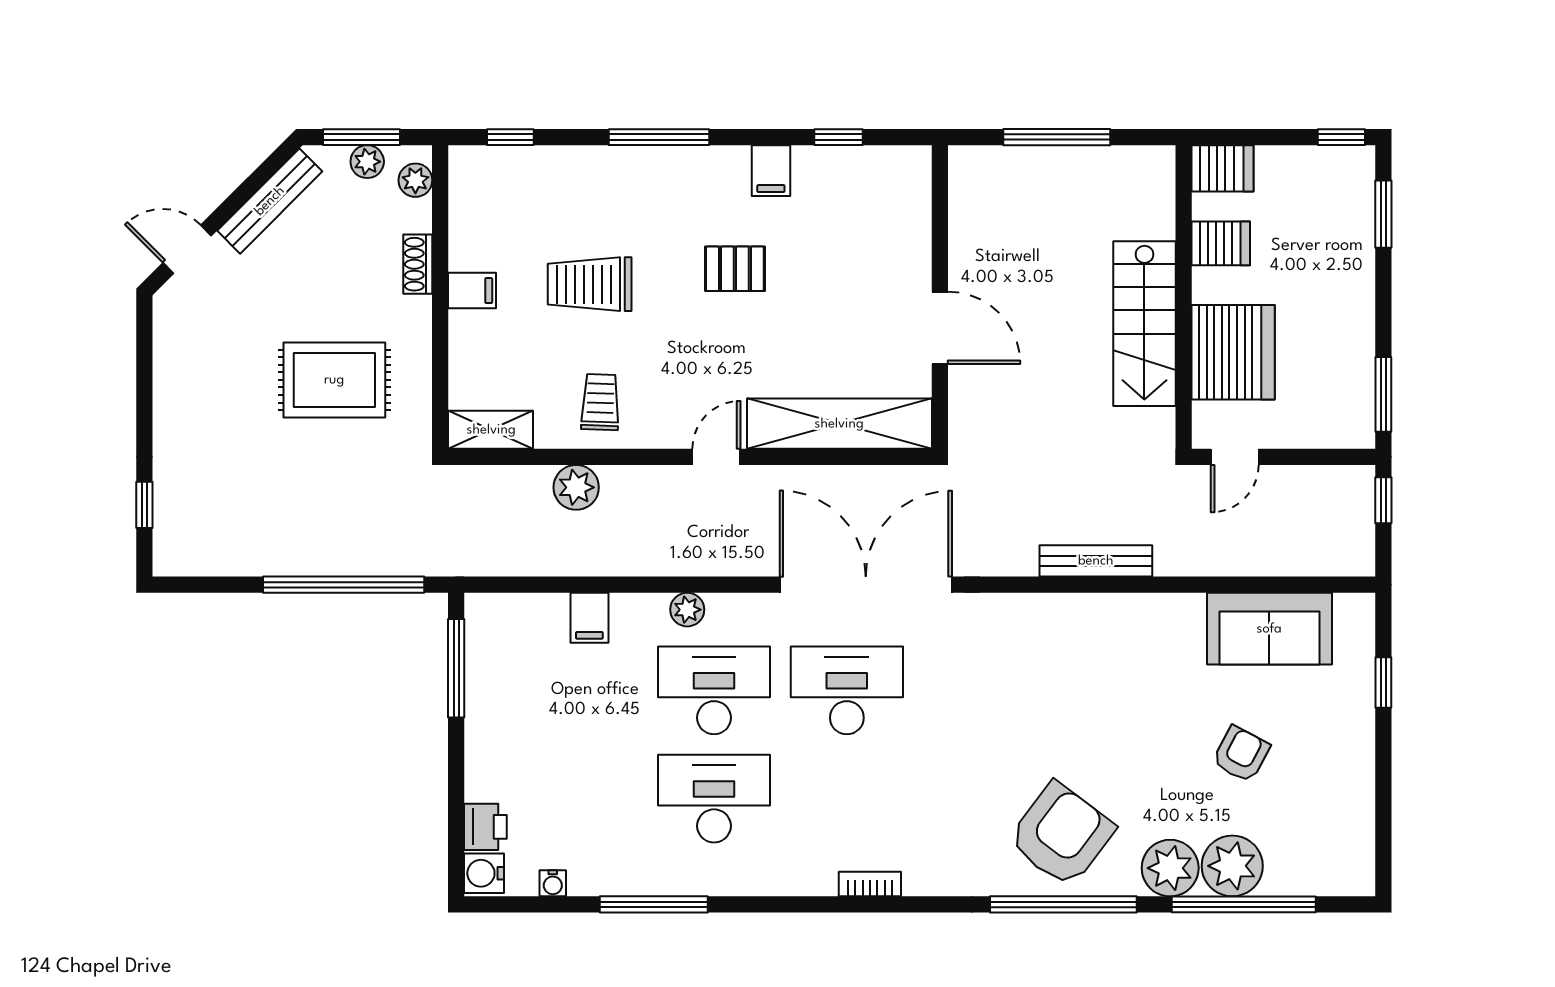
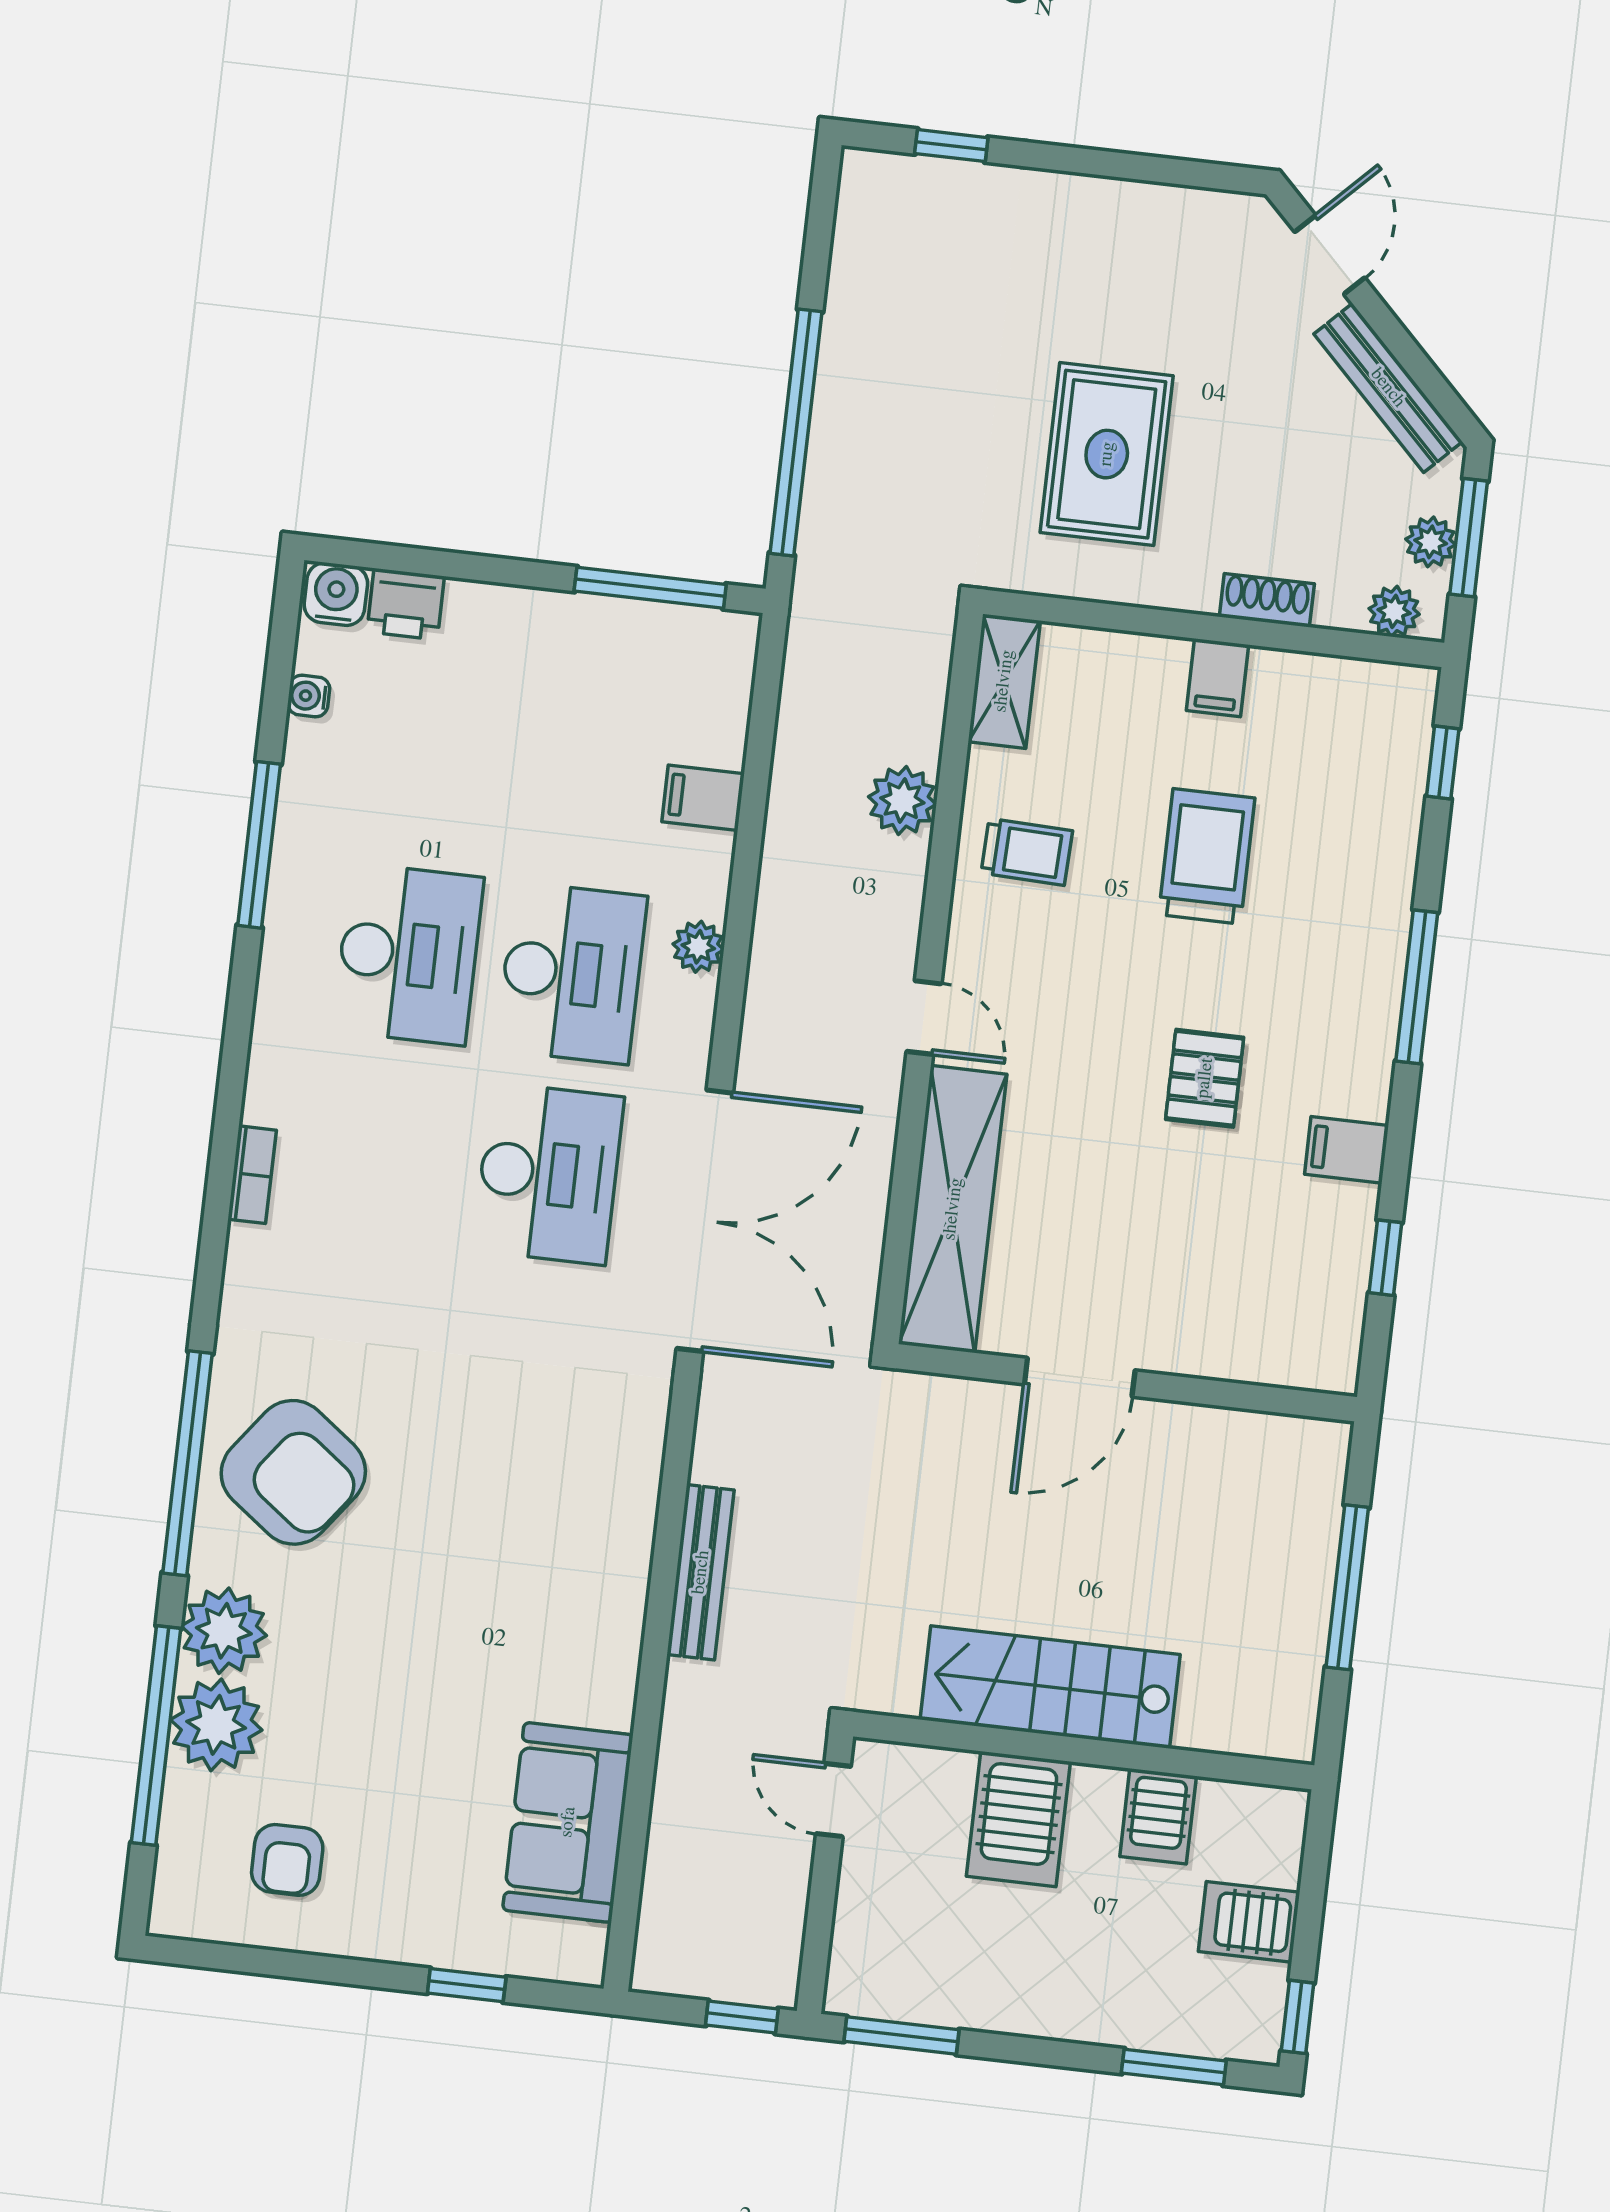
server rack: (1223, 168) -> (1249, 1922), moved, turned 90
server rack: (1233, 352) -> (1018, 1819), width x0.62
armchair: (1241, 754) -> (287, 1860), moved, turned 62

